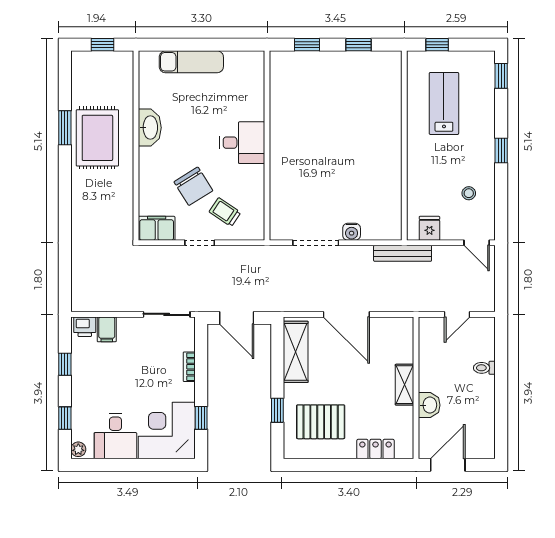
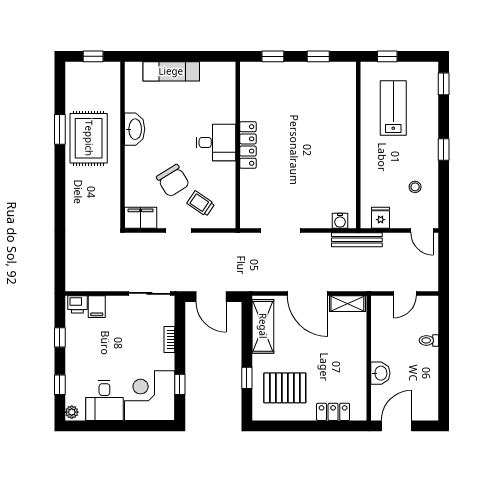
locker: (279, 146) -> (248, 145), added
water cooler: (352, 232) -> (340, 221), moved
shelving: (405, 385) -> (347, 304), moved, turned 90

